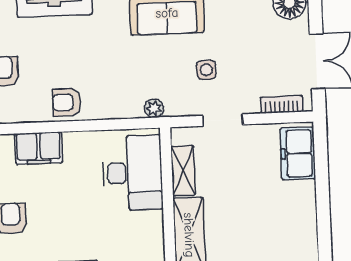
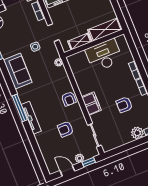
desk: (133, 173) -> (104, 55), moved

